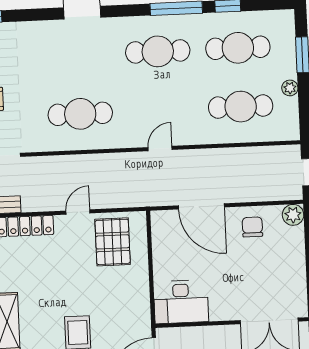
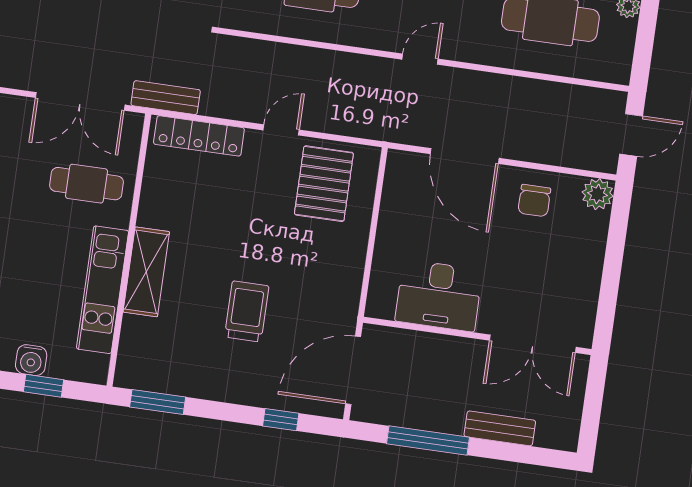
chair: (252, 227) -> (534, 201), turned 180
desk: (181, 302) -> (439, 295), moved

